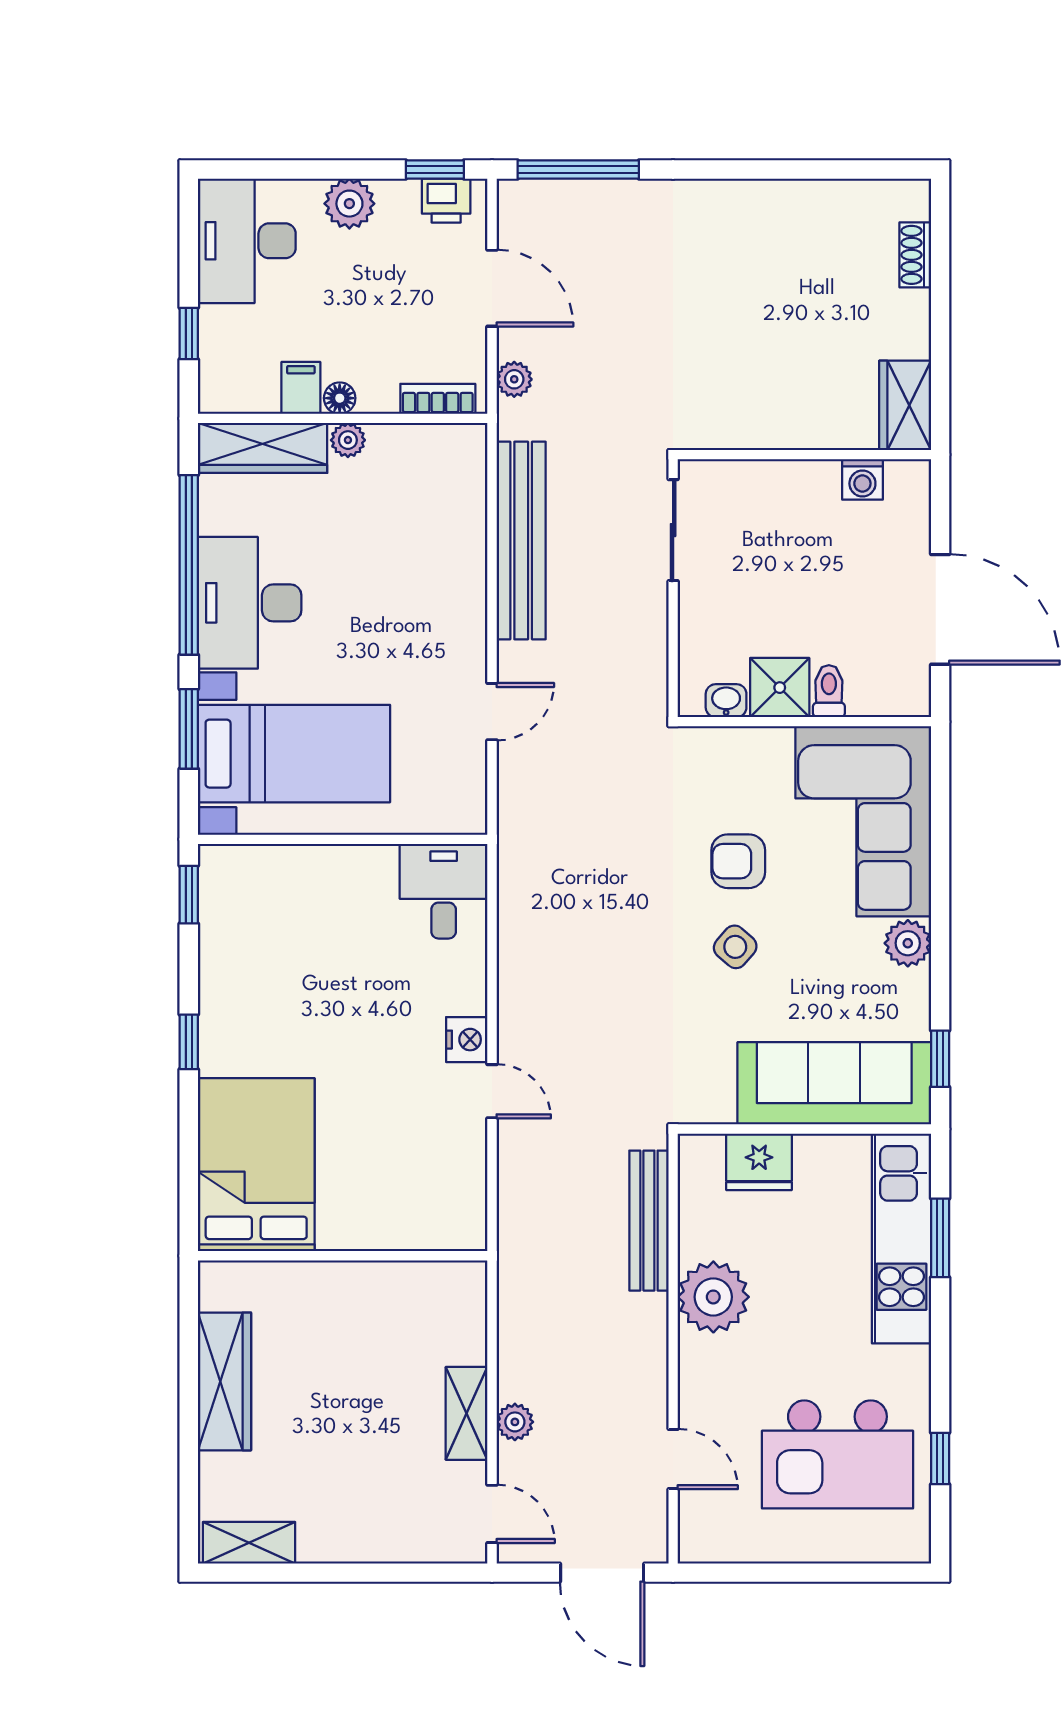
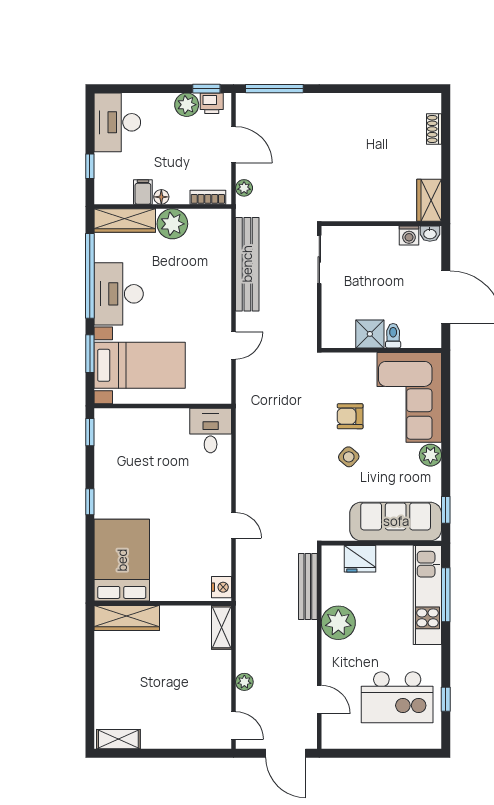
plant: (349, 204) -> (187, 105), moved
plant: (348, 440) -> (172, 224), width x1.88, depth x1.88
washbasin: (726, 701) -> (430, 234), moved, turned 180
nightstand: (467, 1040) -> (222, 587), moved
window: (940, 1238) -> (446, 595), width x1.44
wardrobe: (224, 1381) -> (127, 618), moved, turned 90
shelving: (467, 1413) -> (221, 627), moved

